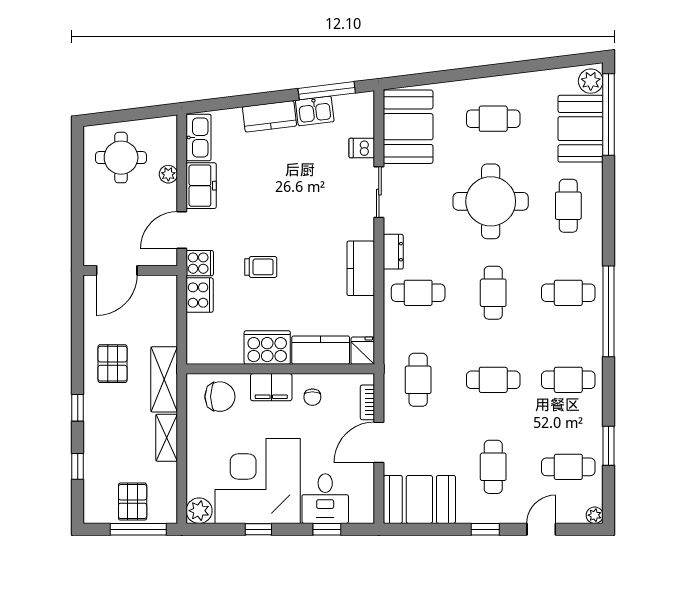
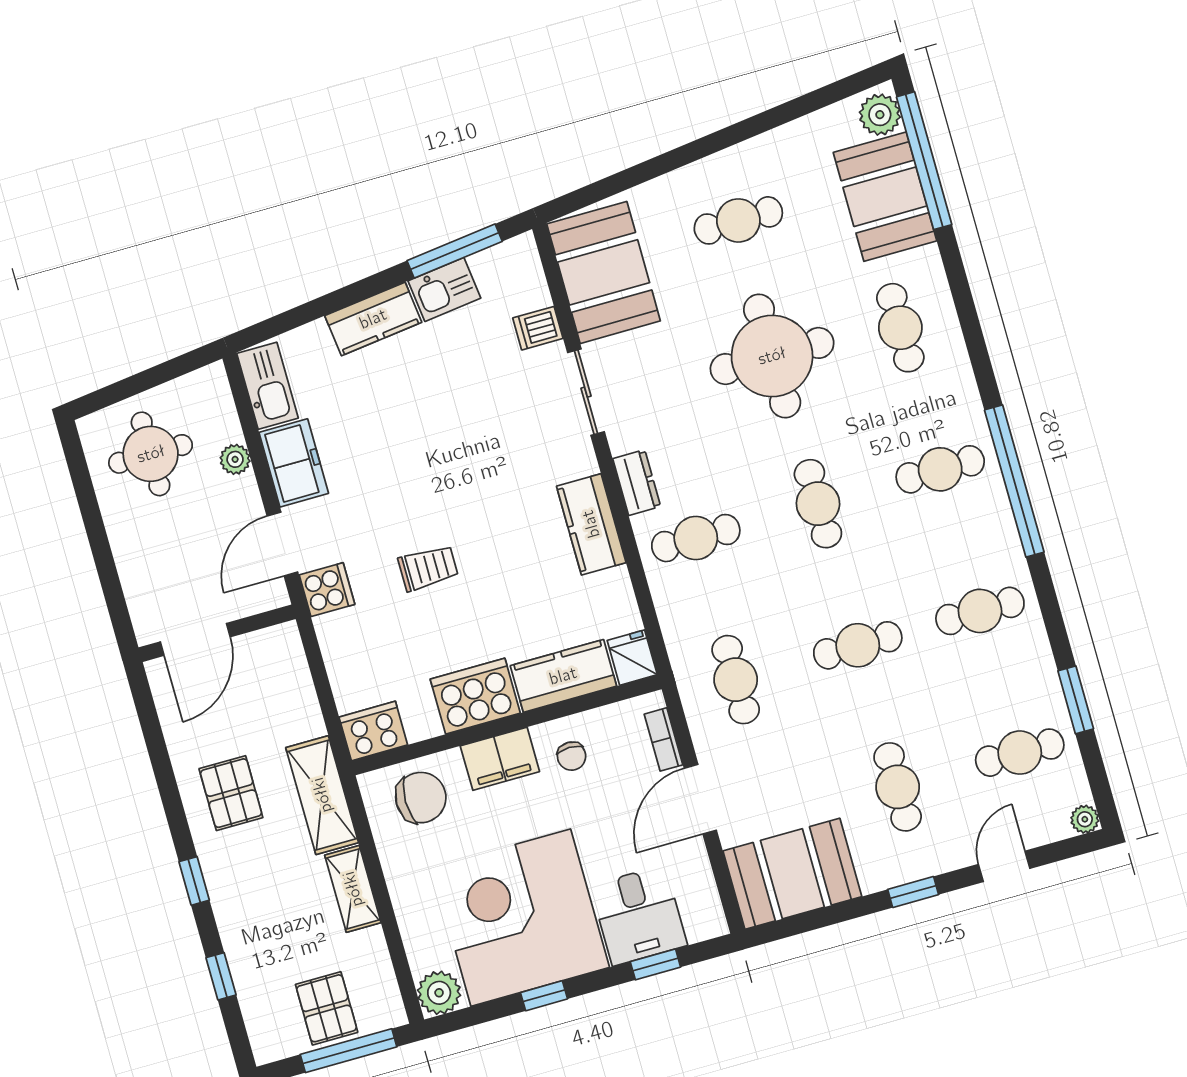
cooker: (200, 295) -> (373, 731), moved, turned -90

